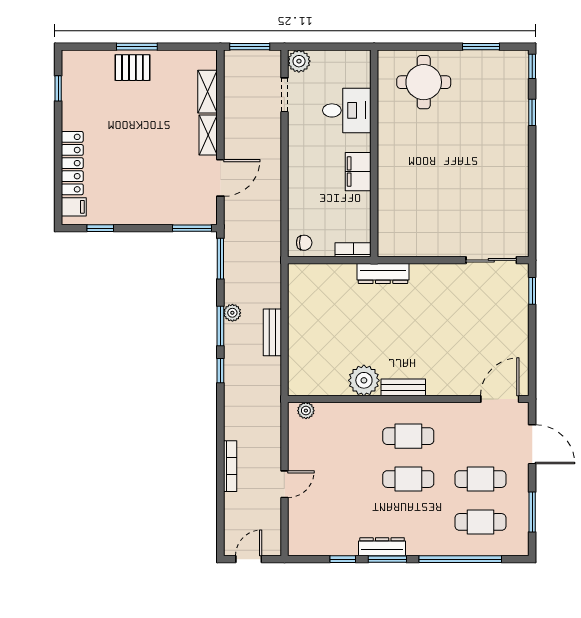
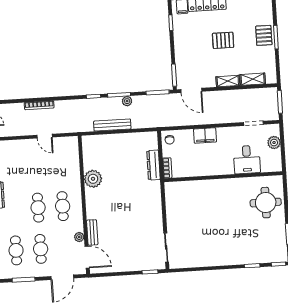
plant: (299, 61) -> (274, 143), moved
pallet: (137, 139) -> (223, 40), added
filing cabinet: (358, 172) -> (205, 136), moved, turned 180
door: (220, 178) -> (191, 90), moved
dresser: (383, 274) -> (153, 165), moved
bench: (272, 332) -> (112, 125), width x1.36
bench: (403, 387) -> (92, 232), moved
plant: (306, 411) -> (79, 237), moved
door: (284, 484) -> (45, 136), moved

